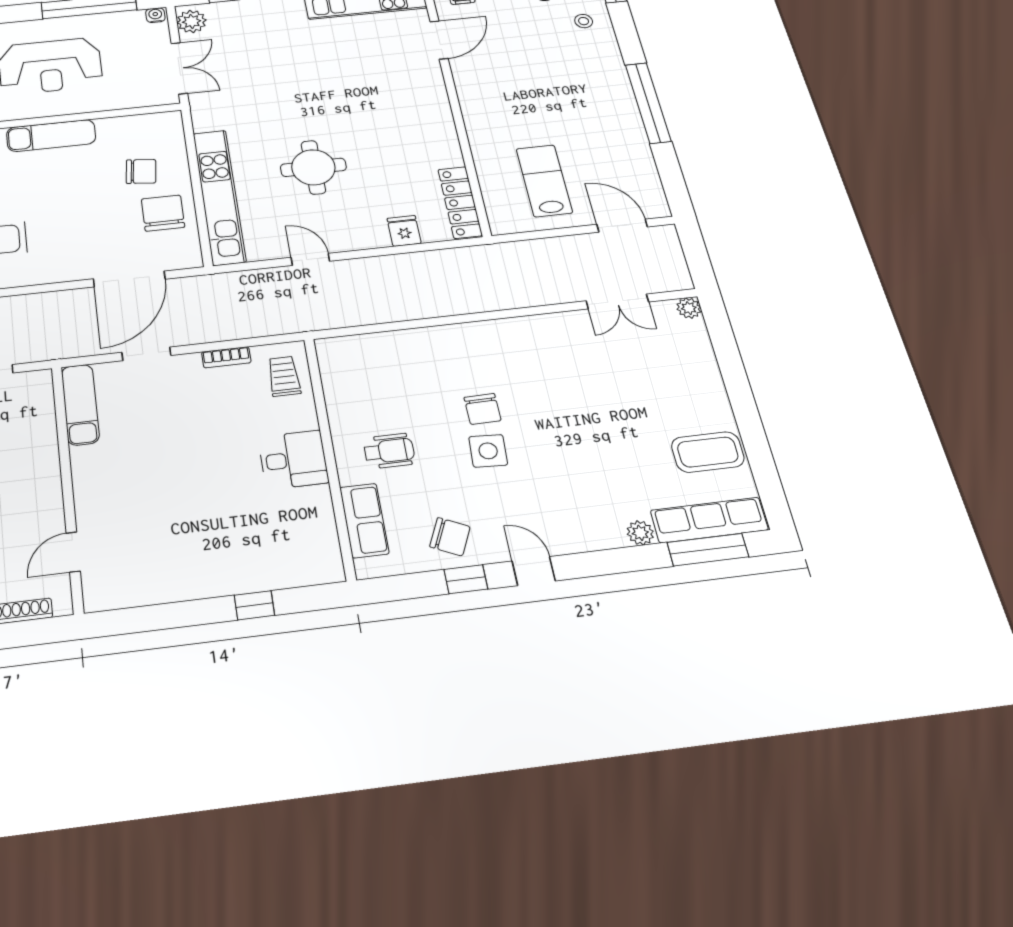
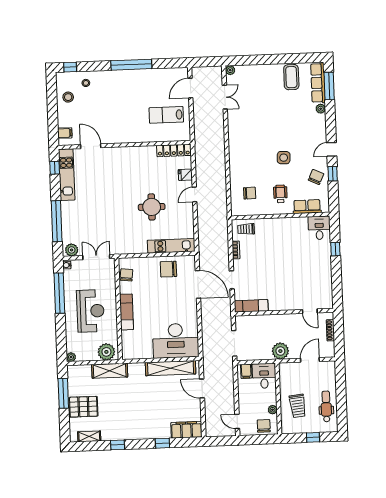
chair: (141, 171) -> (126, 275), moved
kitchen unit: (219, 197) -> (171, 246), width x0.73
door: (310, 259) -> (195, 195), moved
chair: (483, 409) -> (250, 193), moved
desk: (293, 460) -> (319, 228), moved

